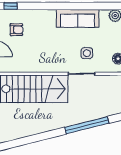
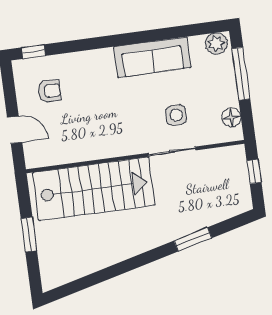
window: (87, 125) -> (193, 239), width x0.47

